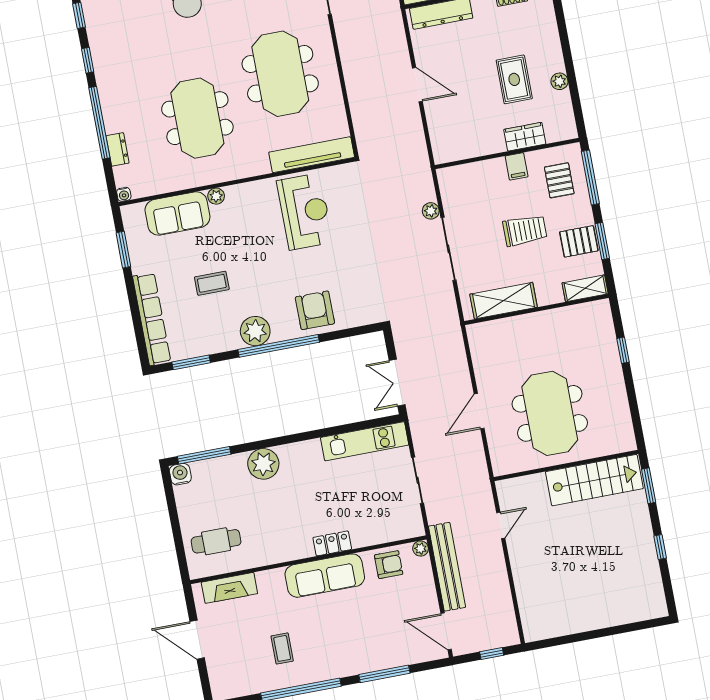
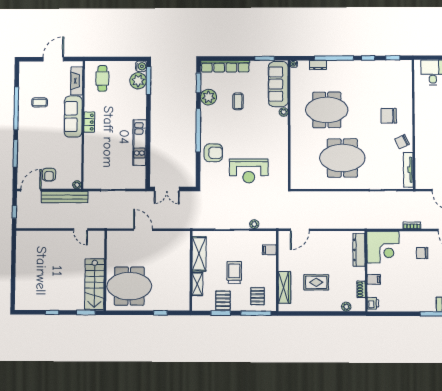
plant: (559, 81) -> (346, 307), moved
door: (417, 85) -> (300, 230), moved
wardrobe: (525, 137) -> (284, 287), width x1.50
tv unit: (312, 155) -> (296, 167), removed
filing cabinet: (517, 166) -> (269, 250), moved
pallet: (559, 180) -> (258, 296), turned 90
reception desk: (305, 211) -> (249, 171), moved
sofa: (177, 214) -> (278, 84), width x1.36
trolley: (525, 230) -> (234, 272), turned 180
shelving: (585, 288) -> (197, 284), moved
plant: (255, 331) -> (209, 97), moved
double door: (397, 383) -> (167, 189), swing flipped
meeting table: (550, 413) -> (129, 286), moved
kitchen unit: (365, 441) -> (139, 142), moved
plant: (263, 464) -> (138, 81), moved
locker: (332, 543) -> (89, 122), moved
armchair: (389, 565) -> (49, 175), moved
sofa: (325, 576) -> (73, 117), moved

